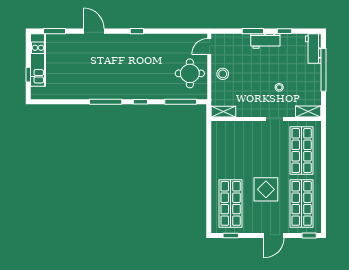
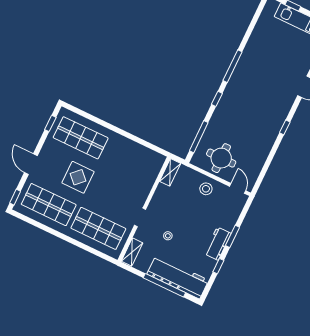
workbench: (313, 49) -> (178, 277), width x1.87, depth x1.32

